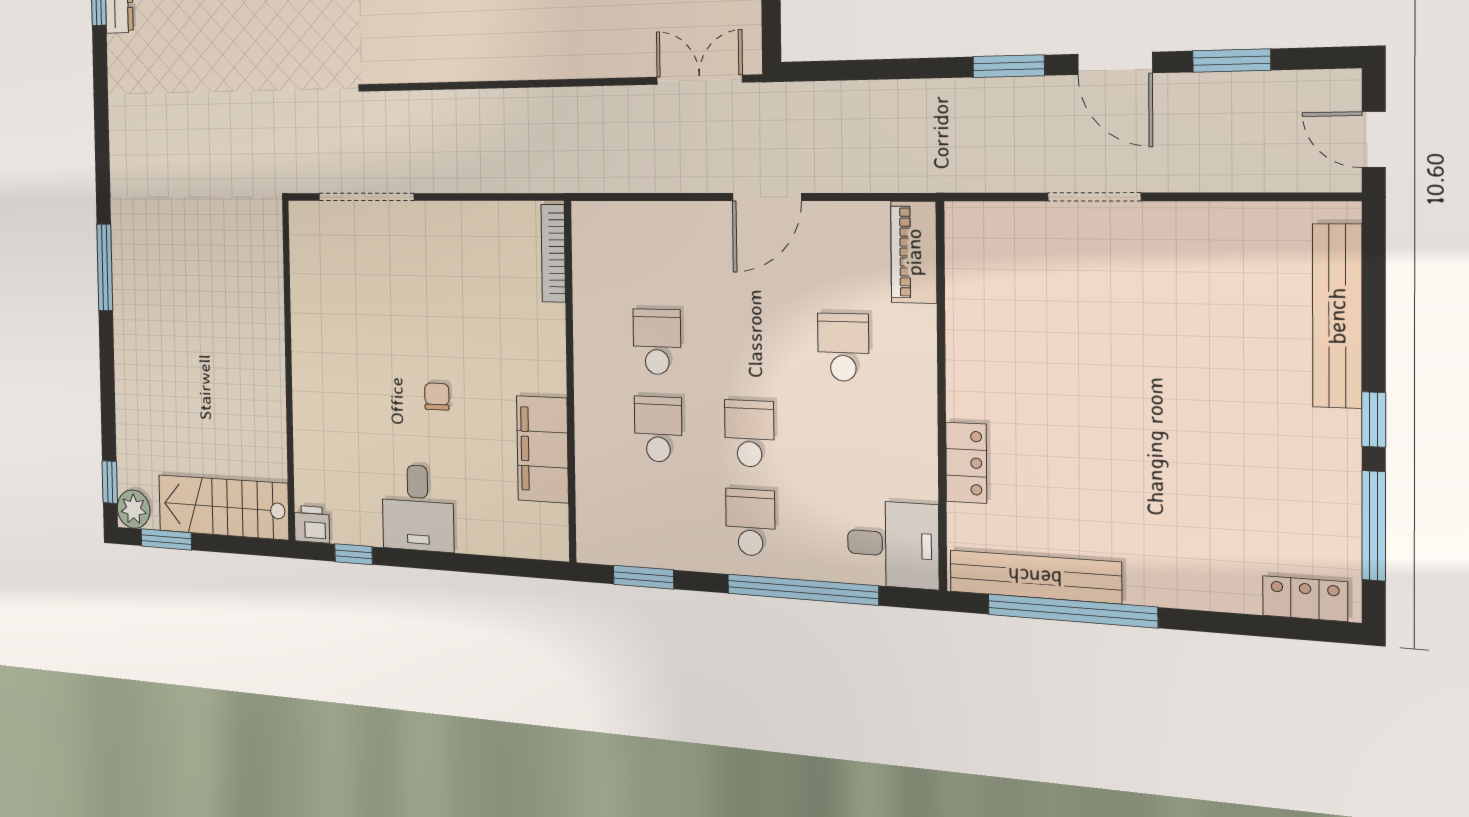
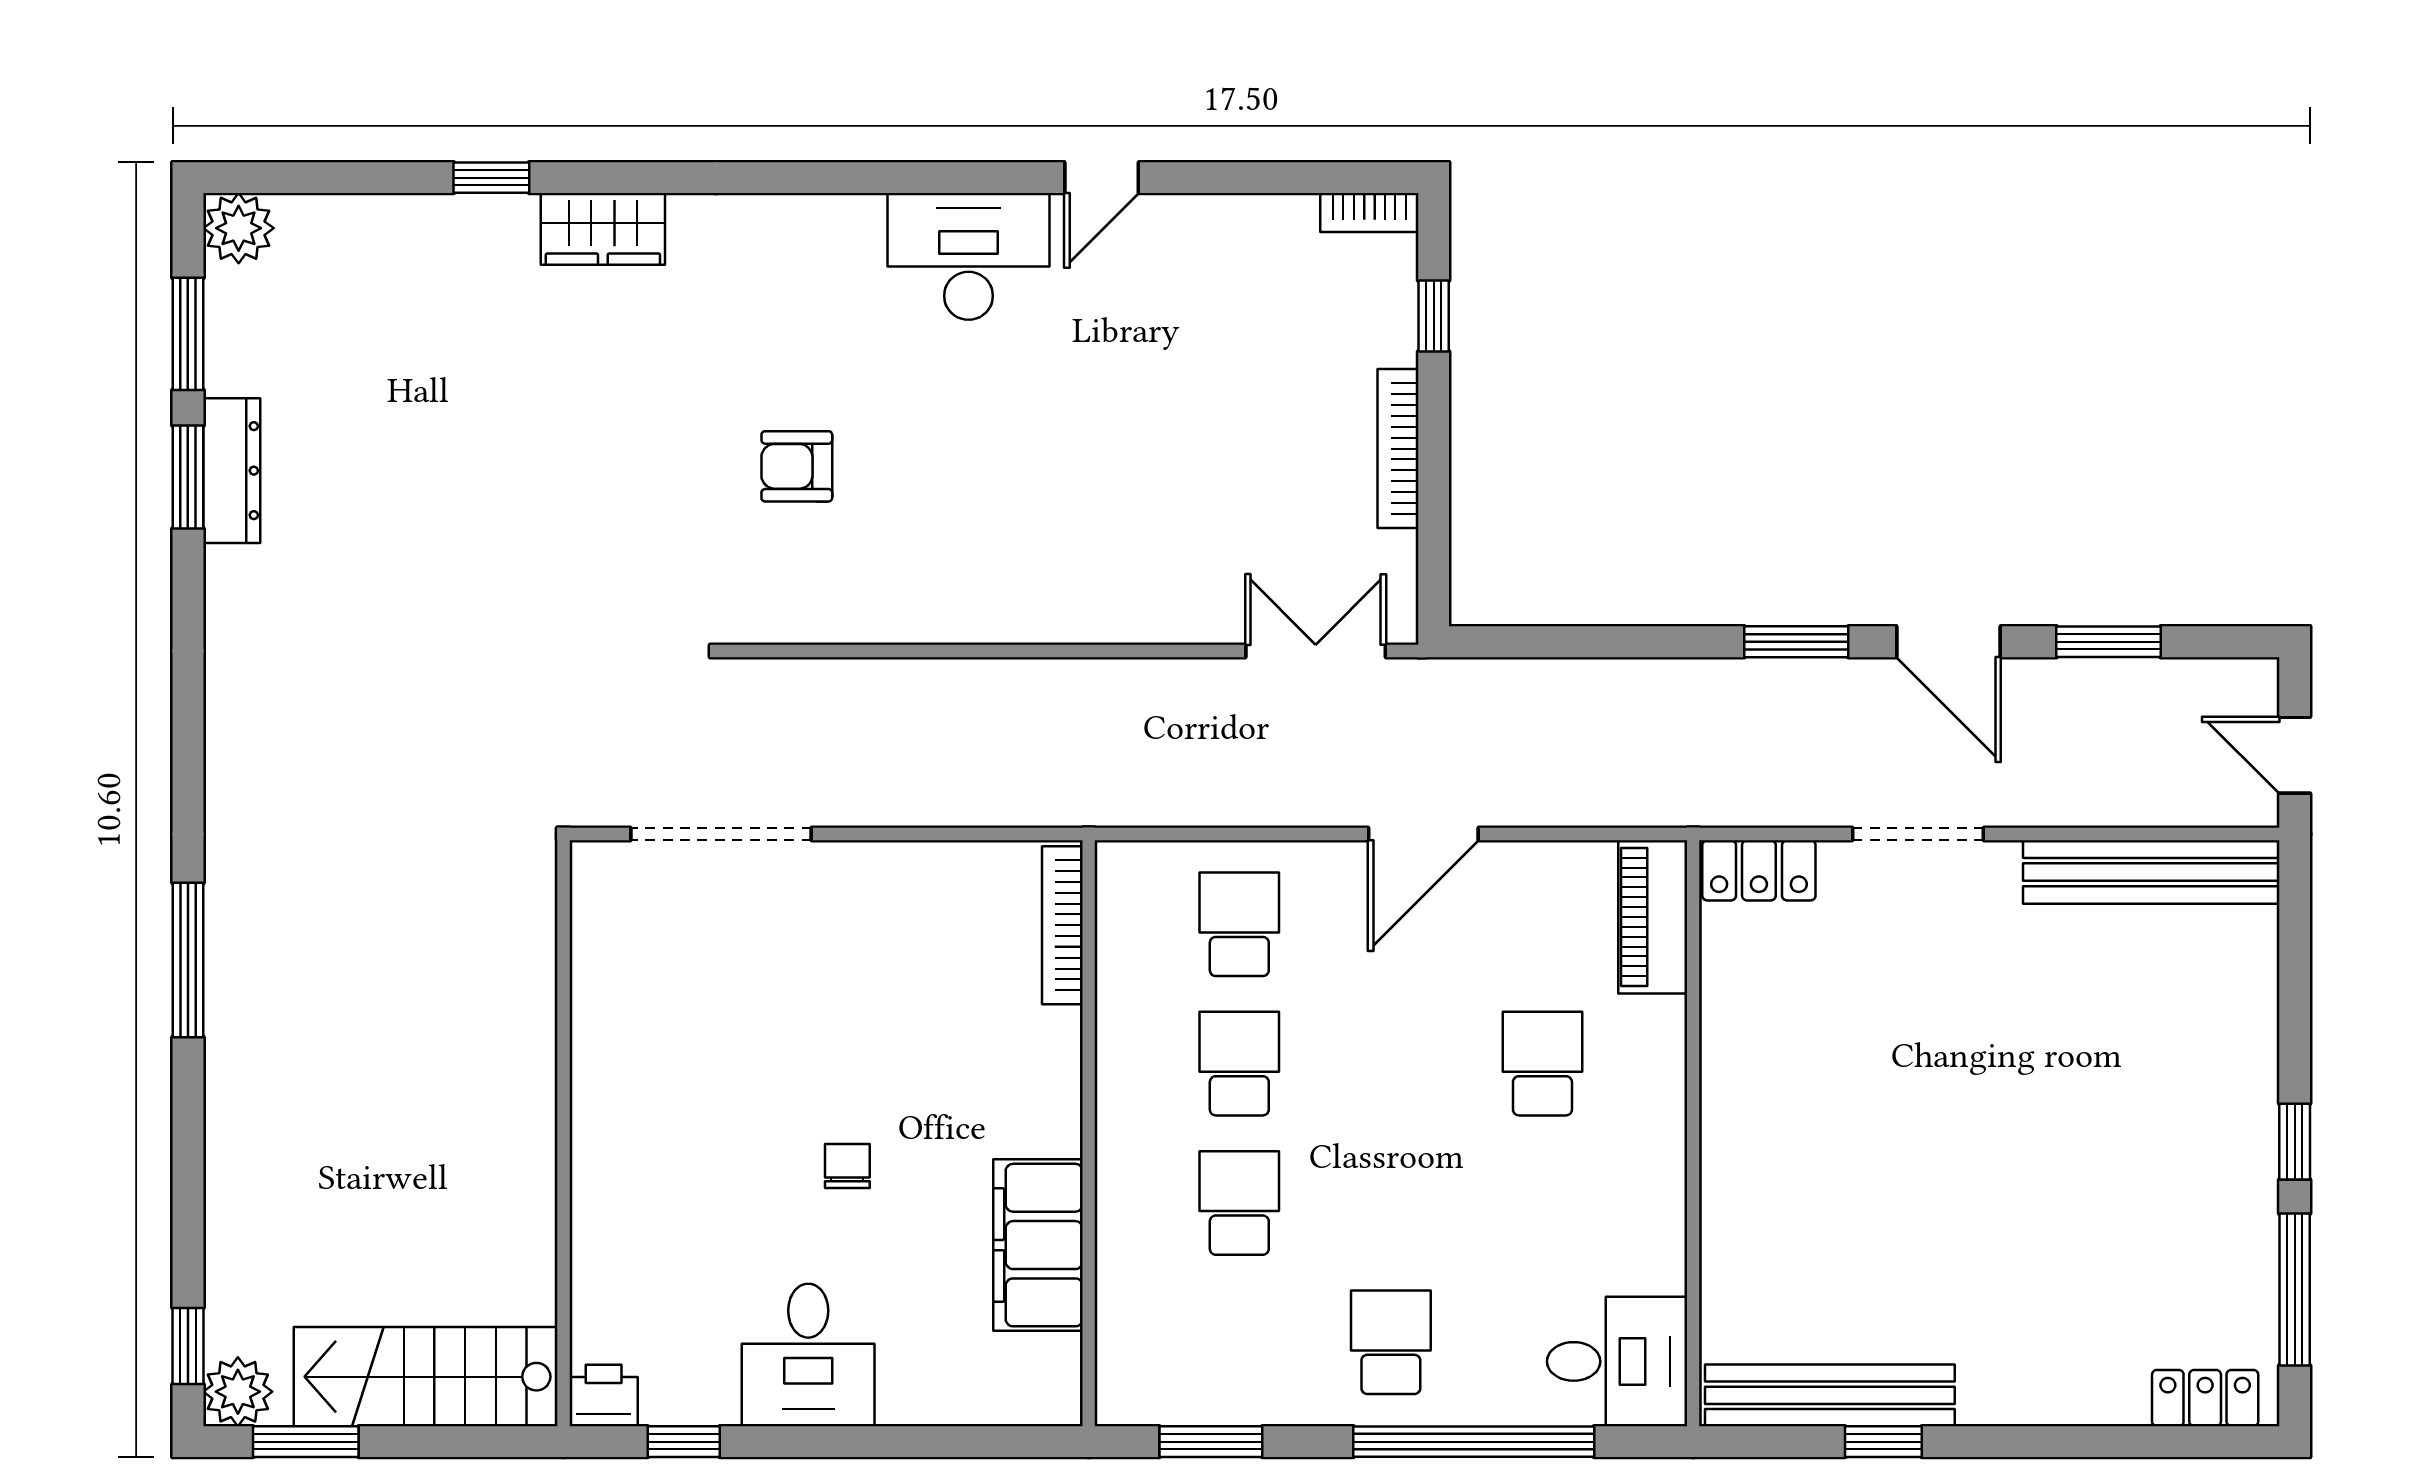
bench: (1337, 316) -> (2151, 872), moved, turned 90
school desk: (749, 434) -> (1239, 924), moved
locker: (966, 463) -> (1759, 870), moved, turned 90
window: (1072, 611) -> (1883, 1442), width x0.32

